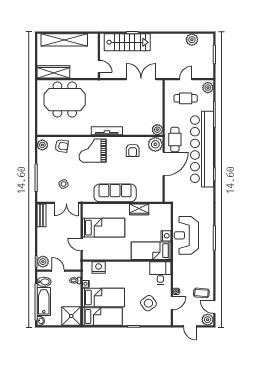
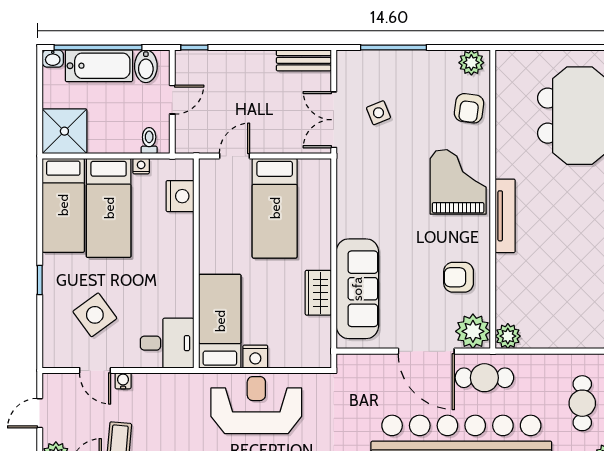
sofa: (115, 193) -> (357, 289), moved
plant: (43, 262) -> (194, 64), removed

